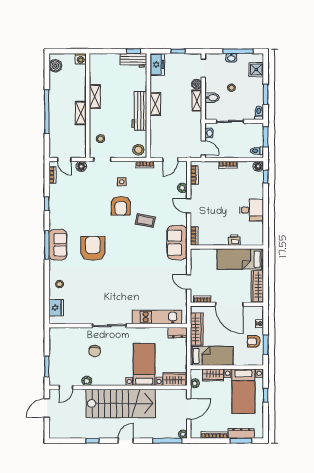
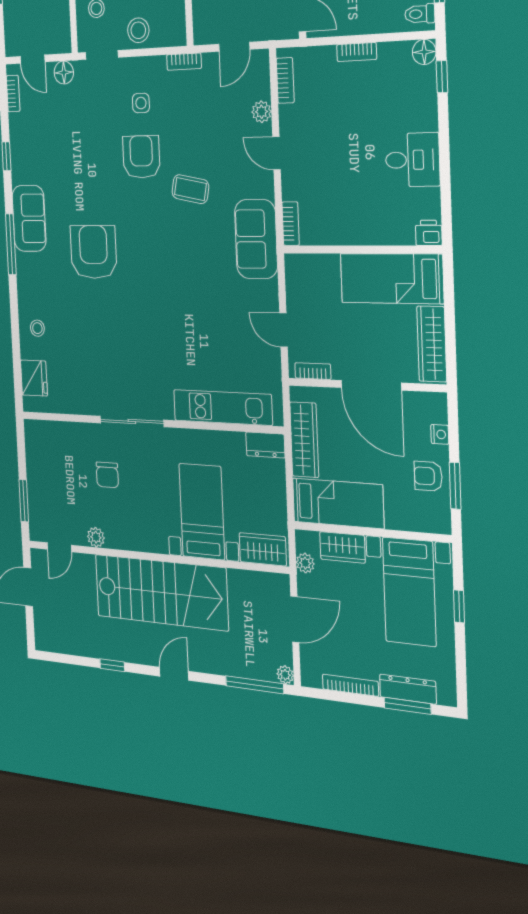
stool: (138, 150) -> (138, 30), moved
armchair: (121, 206) -> (141, 157), turned 180
printer: (234, 240) -> (429, 233), moved
sofa: (58, 245) -> (29, 218), moved

